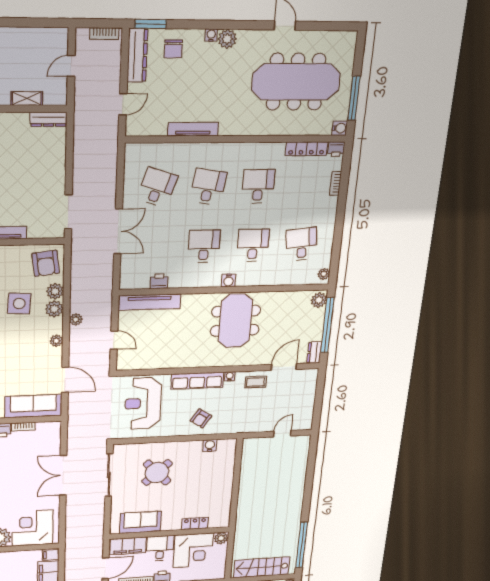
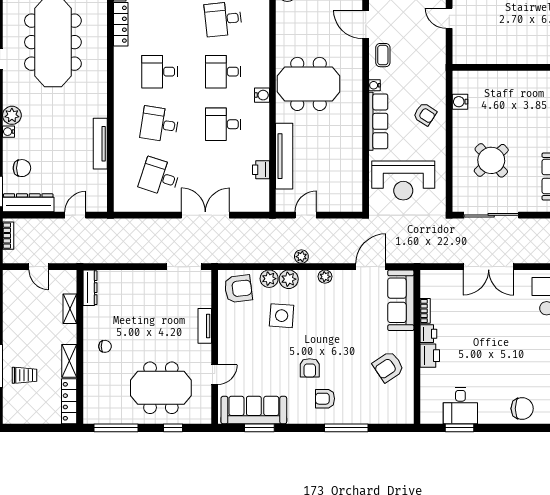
door: (123, 104) -> (75, 215), hinge flipped
tv unit: (149, 302) -> (284, 156), moved
door: (114, 340) -> (306, 215), moved

